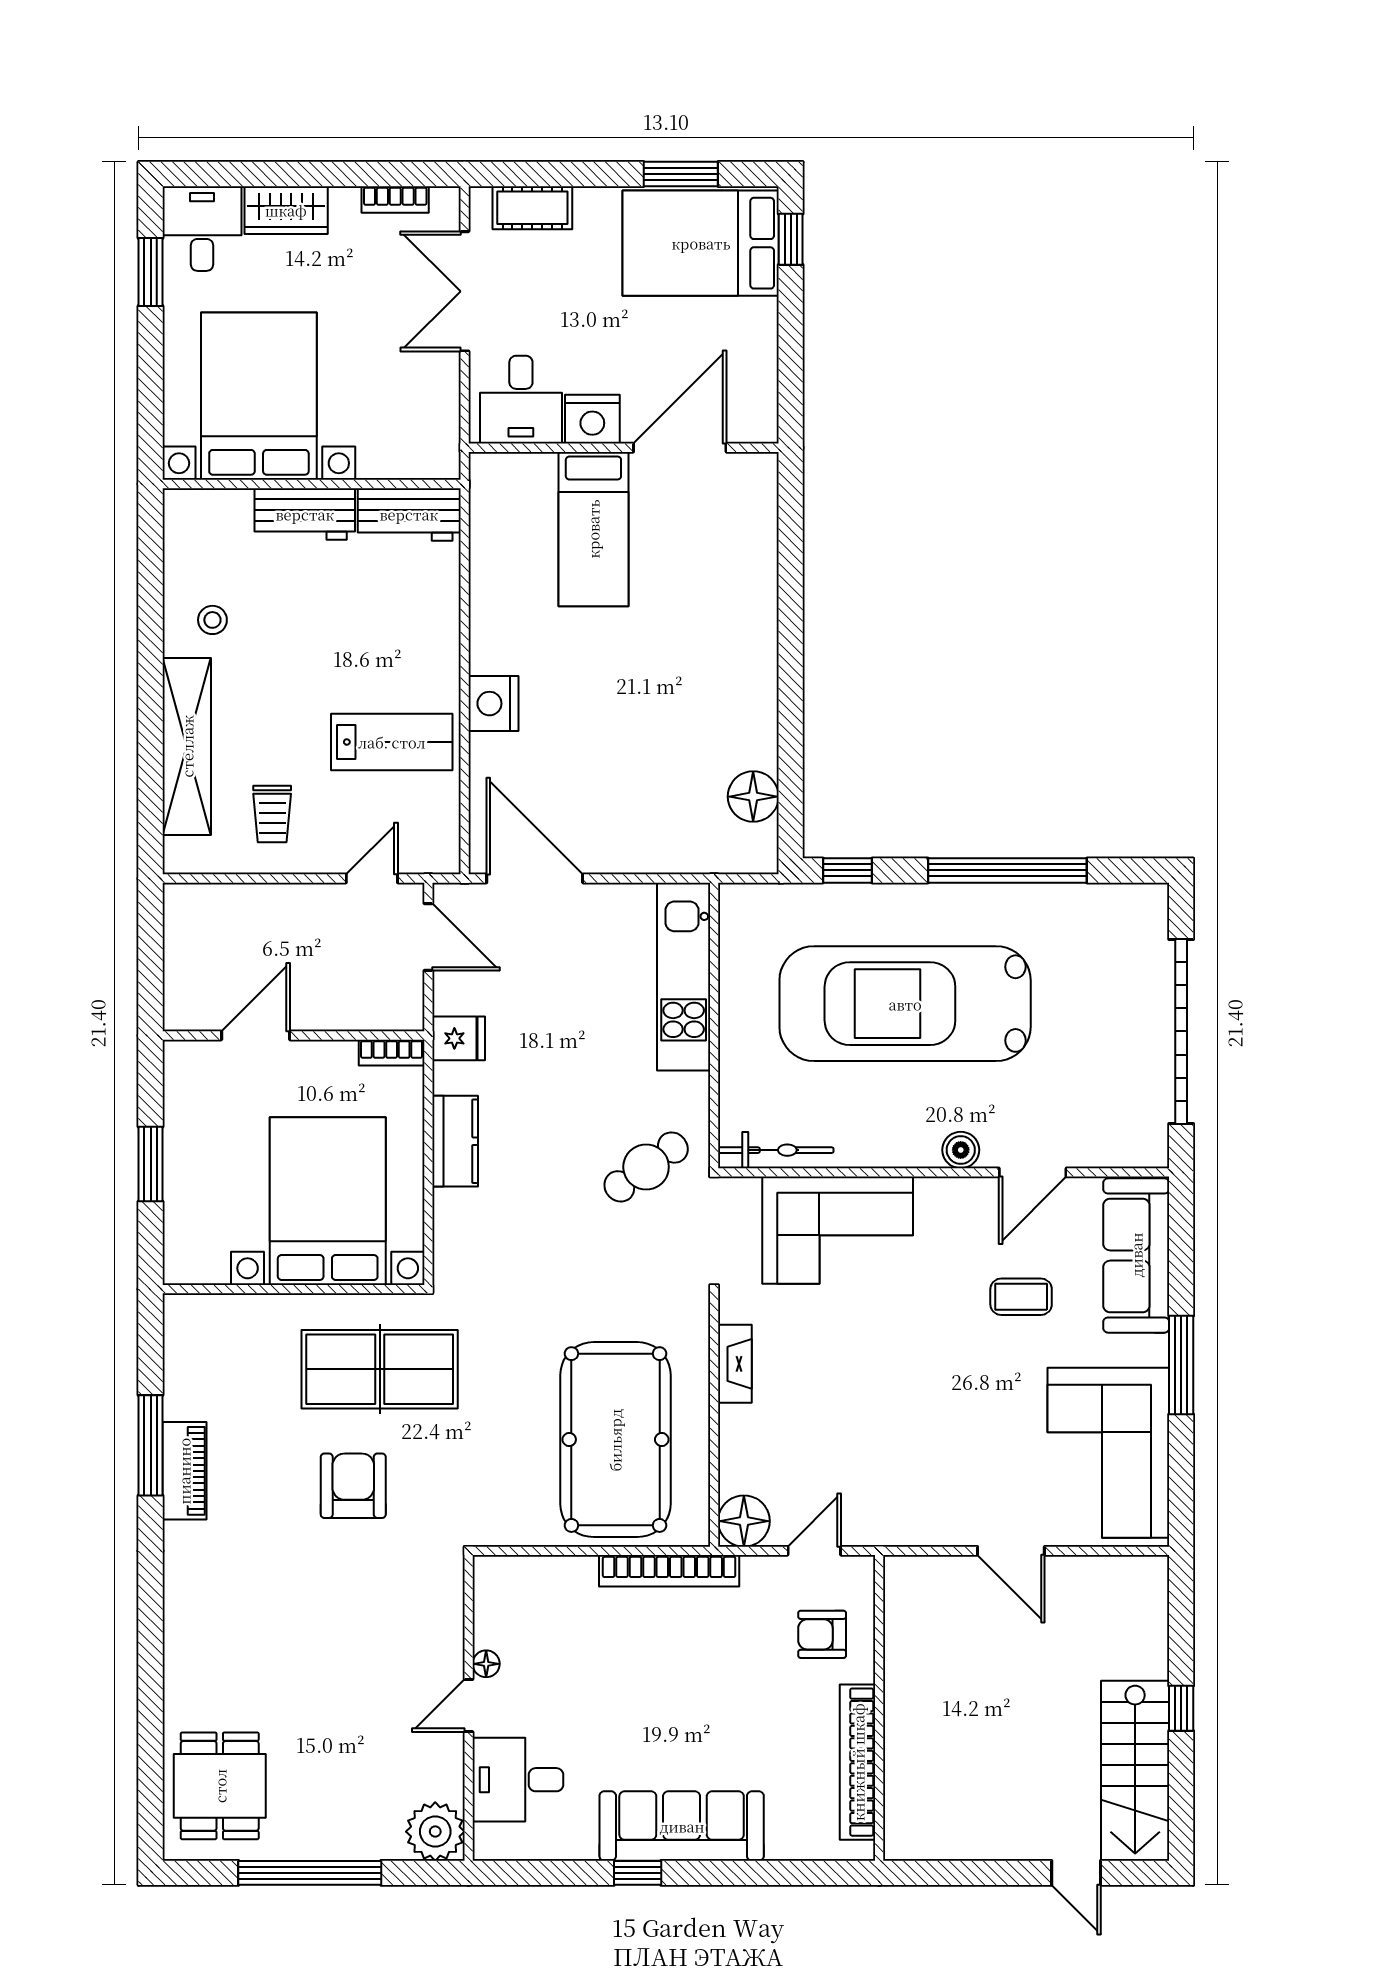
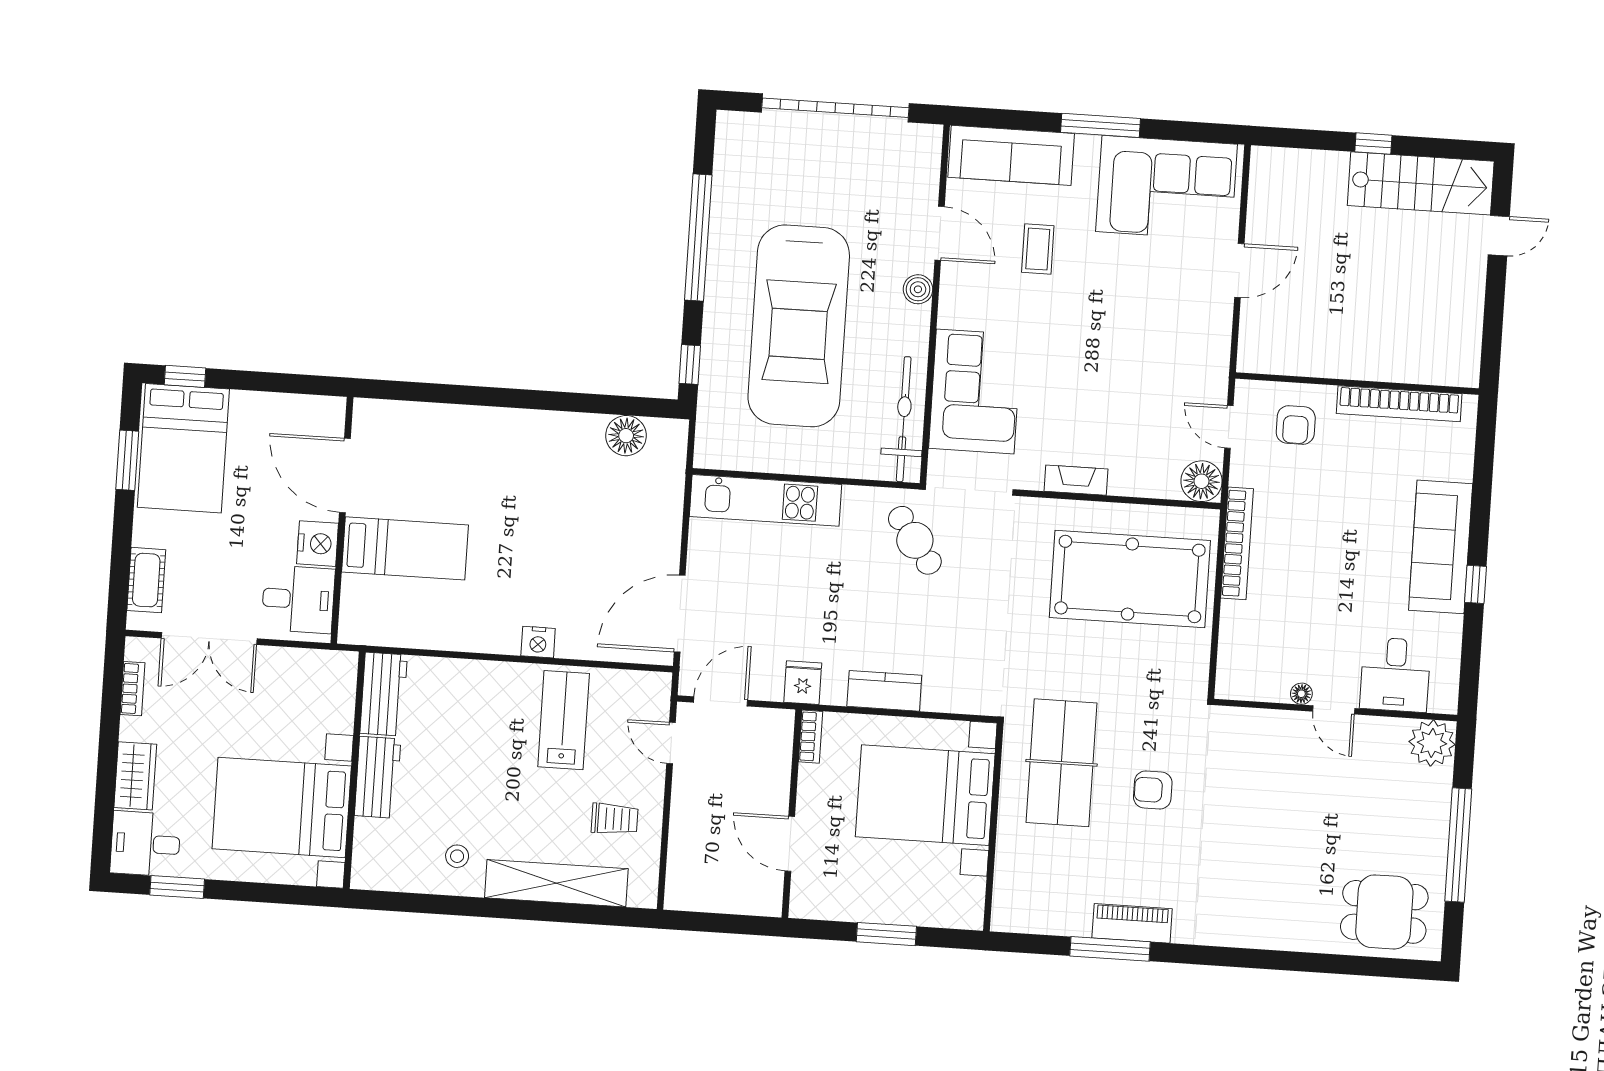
nightstand: (493, 704) -> (538, 642), width x0.74, depth x0.75
bicycle: (776, 1150) -> (904, 419), width x1.37, depth x1.40
armchair: (353, 1486) -> (1153, 790), width x0.72, depth x0.72

